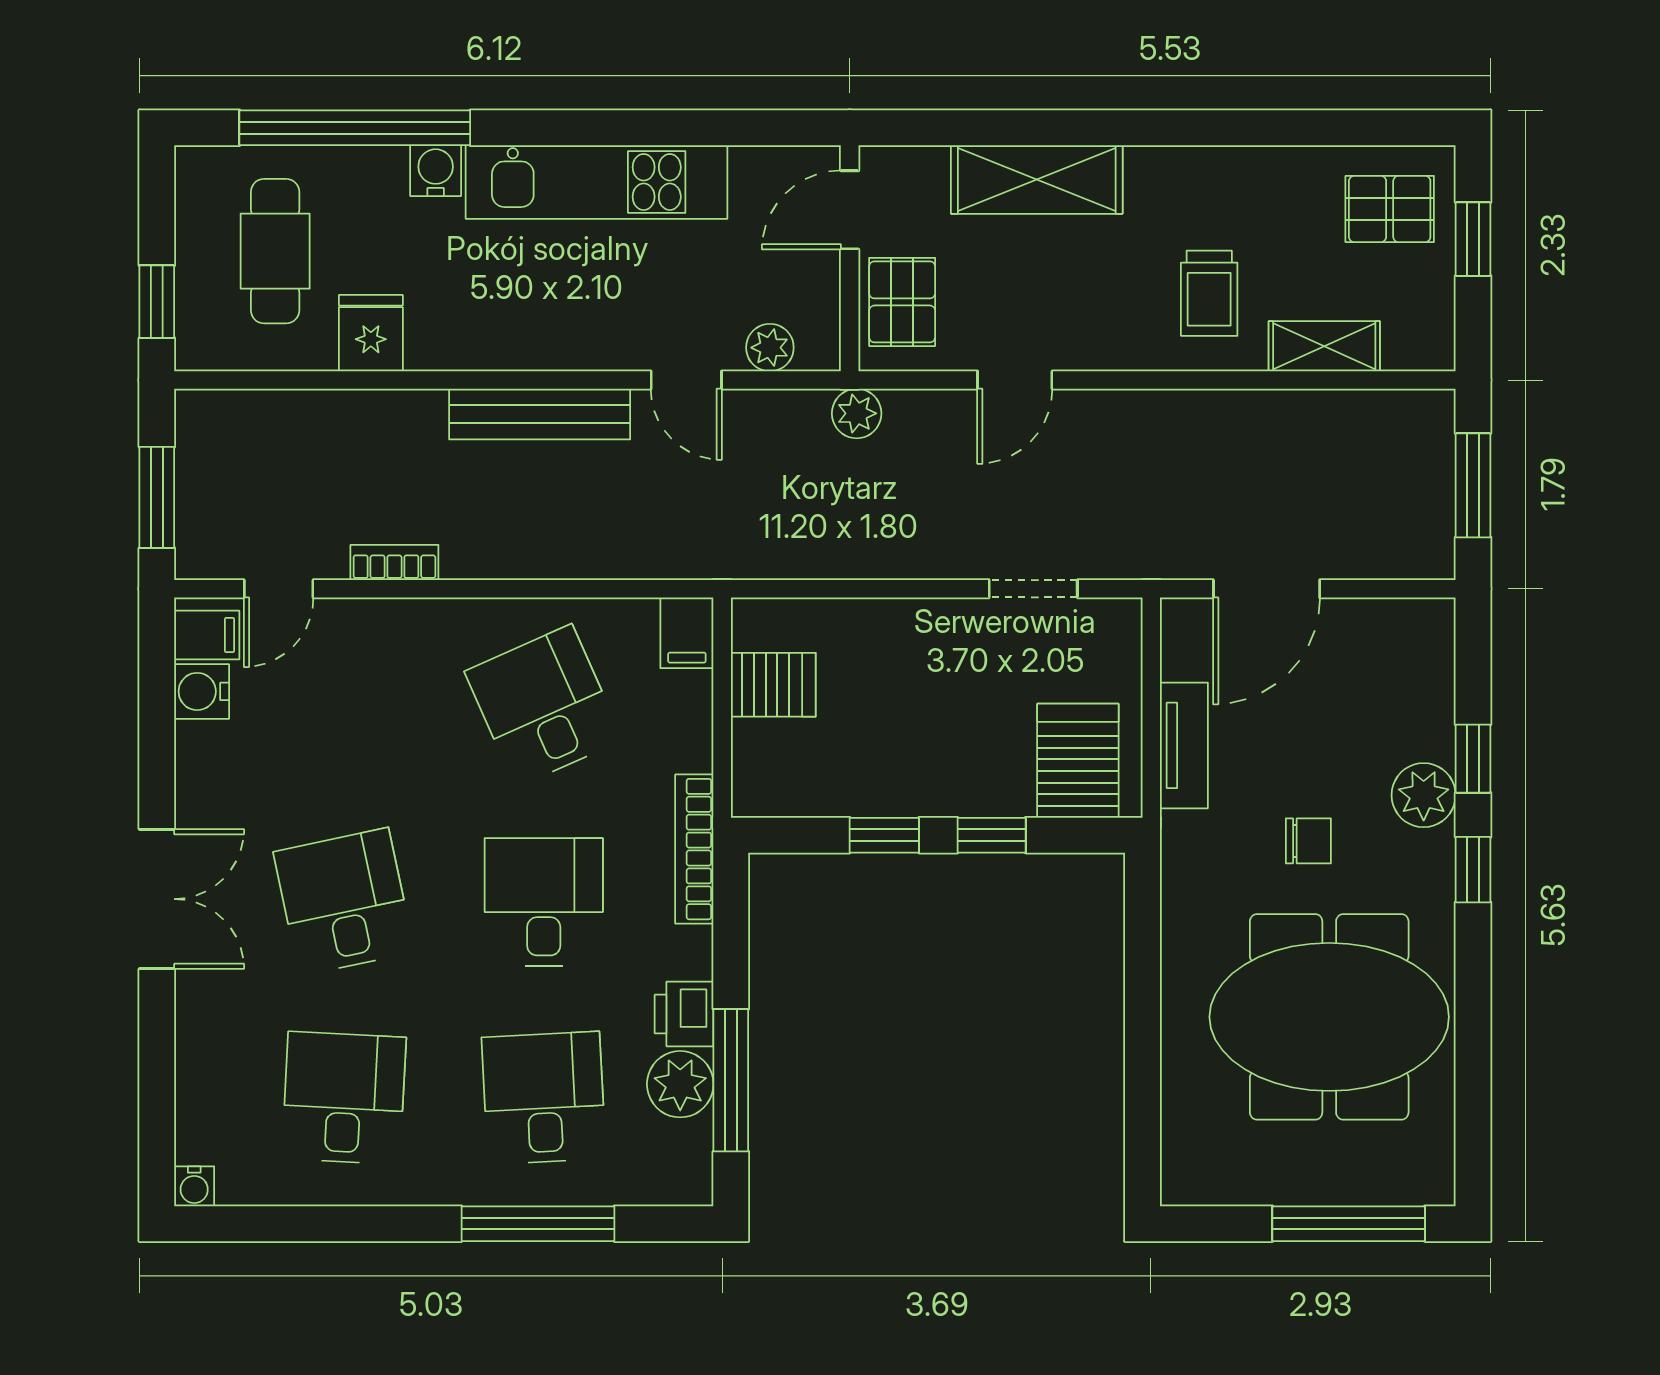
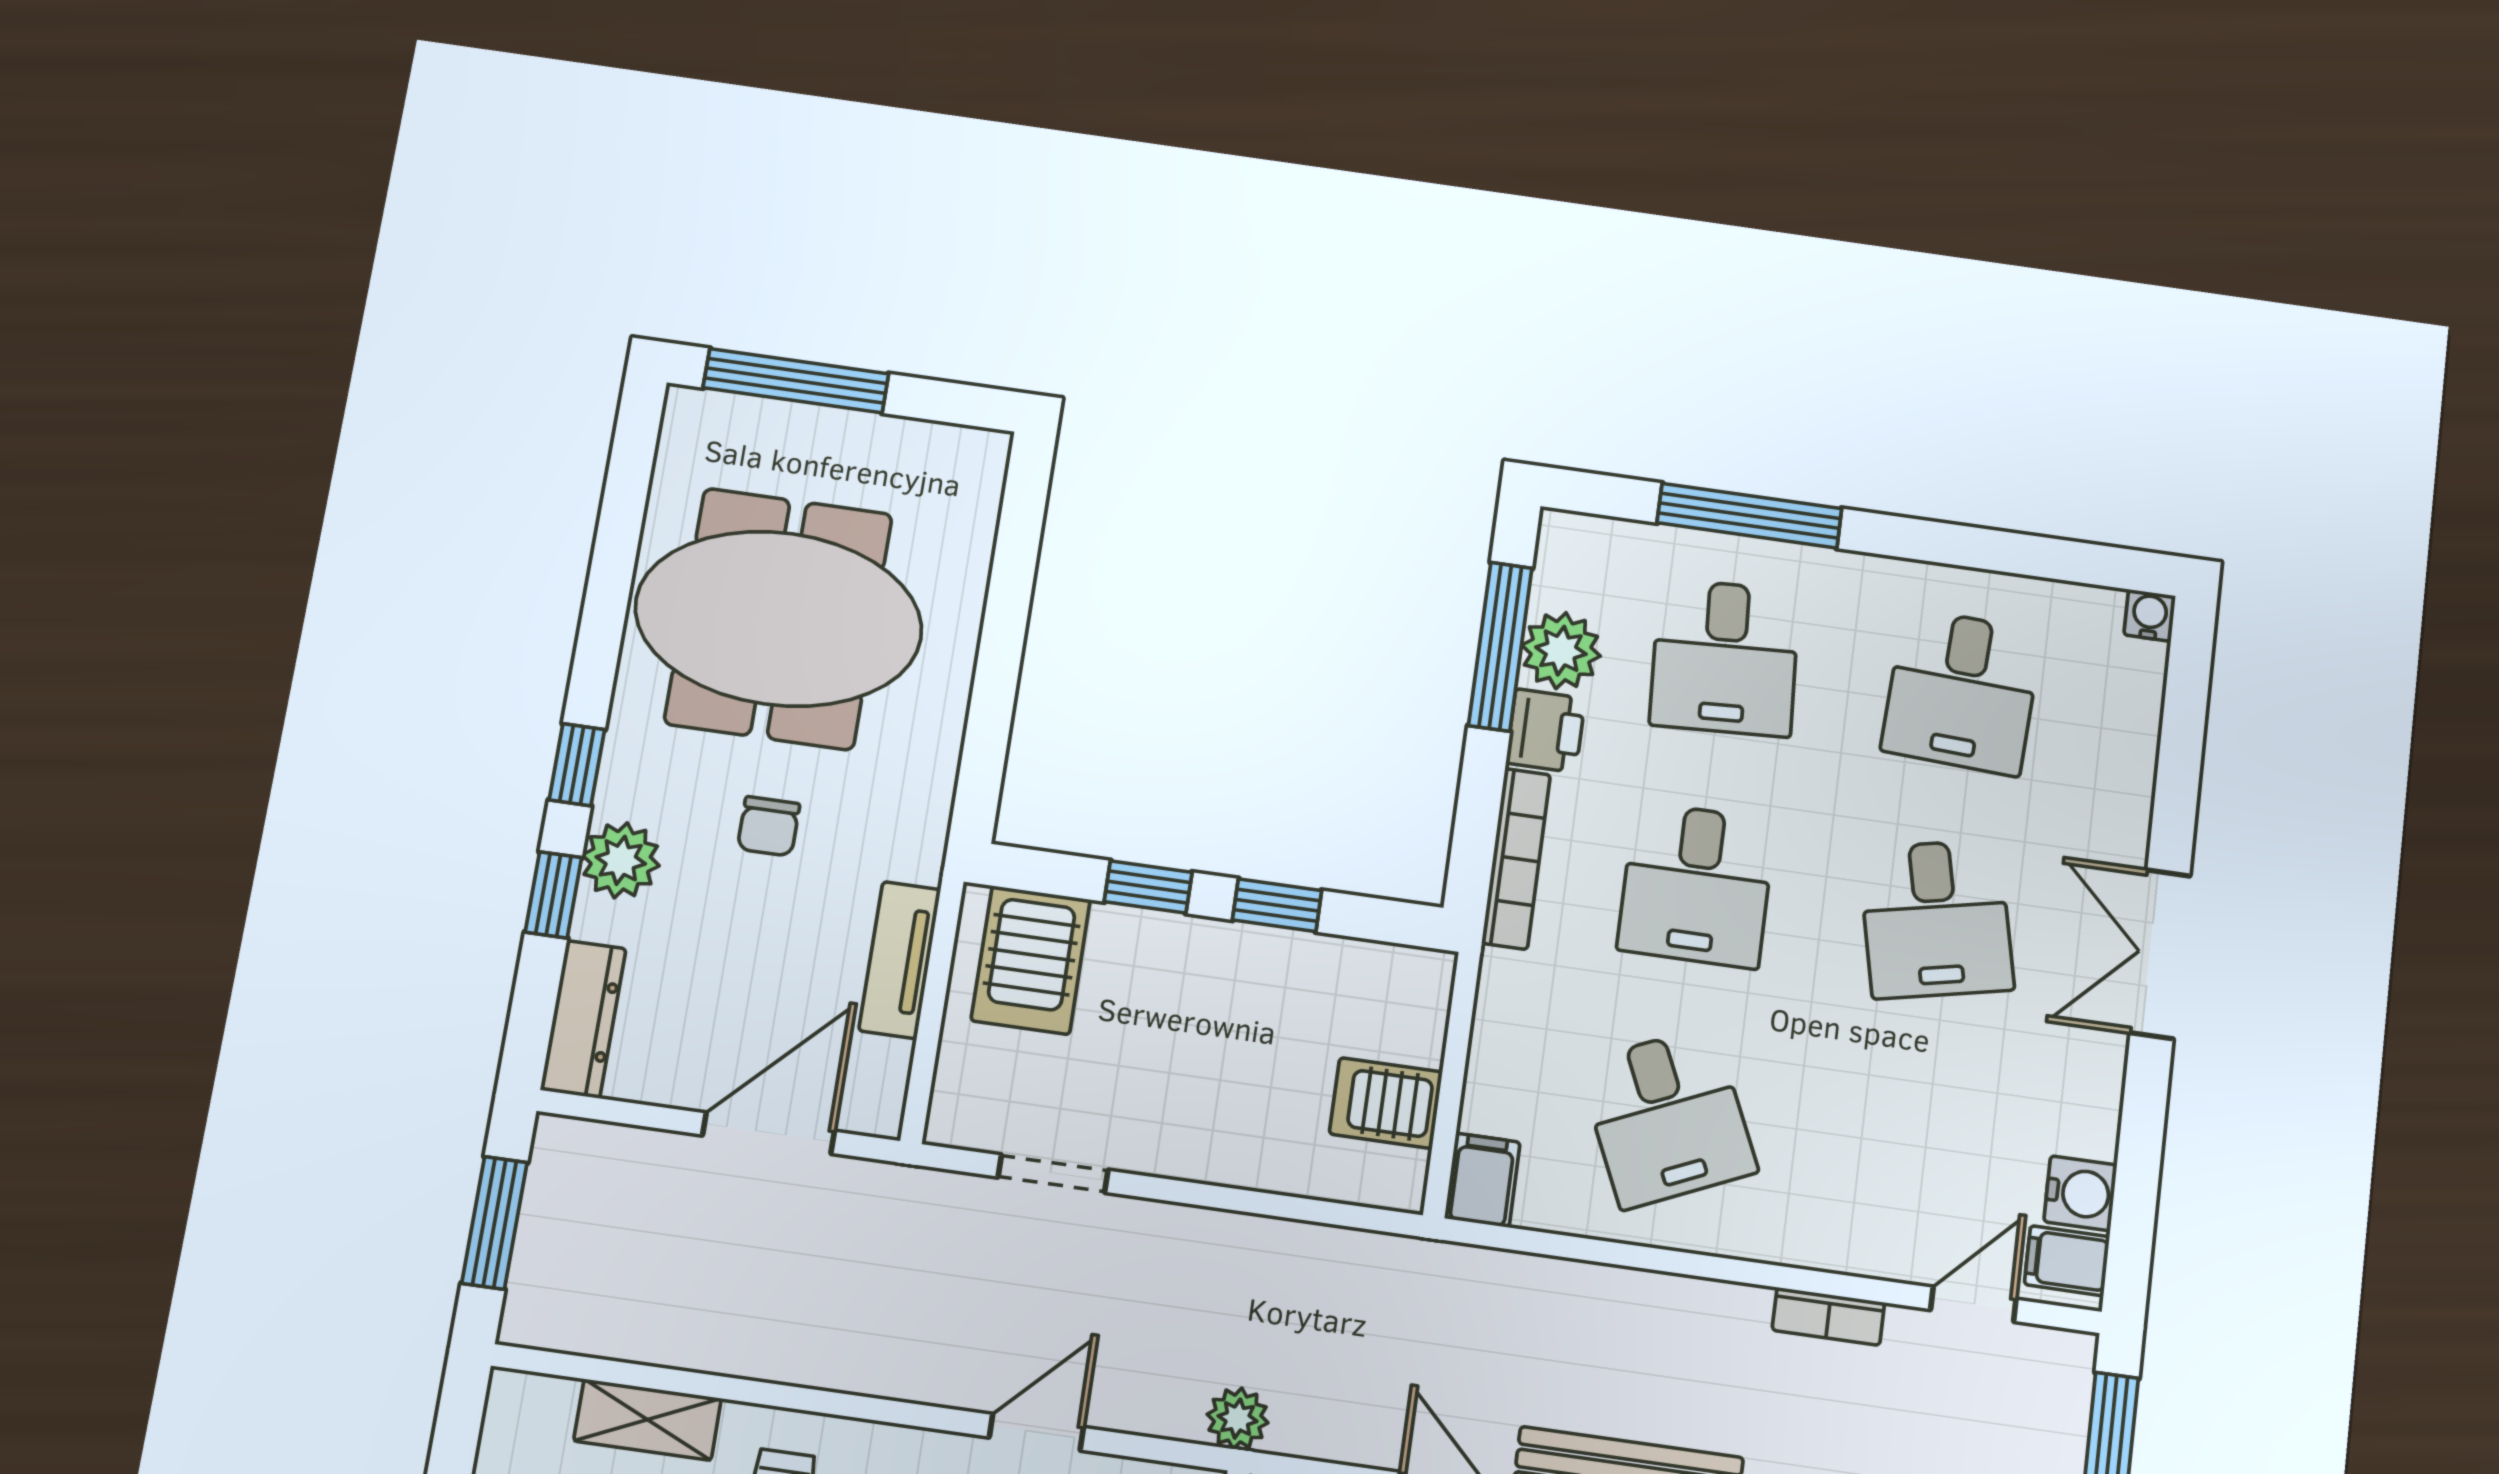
dresser: (1431, 660) -> (583, 1019), added
chair: (1308, 841) -> (769, 826), turned -90
bookcase: (694, 849) -> (1516, 859), moved

